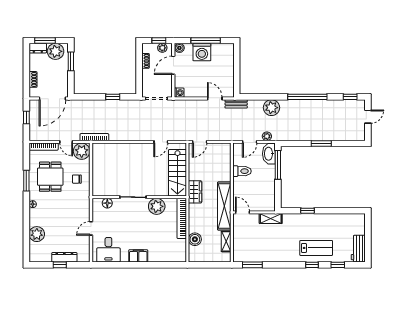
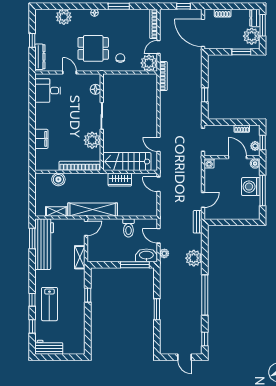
dining table: (50, 177) -> (93, 48), moved
wardrobe: (195, 192) -> (120, 180), moved
workbench: (258, 253) -> (44, 244), added
filing cabinet: (138, 256) -> (41, 139), moved
dresser: (64, 257) -> (40, 57), moved

